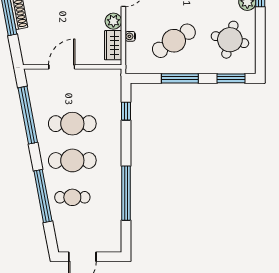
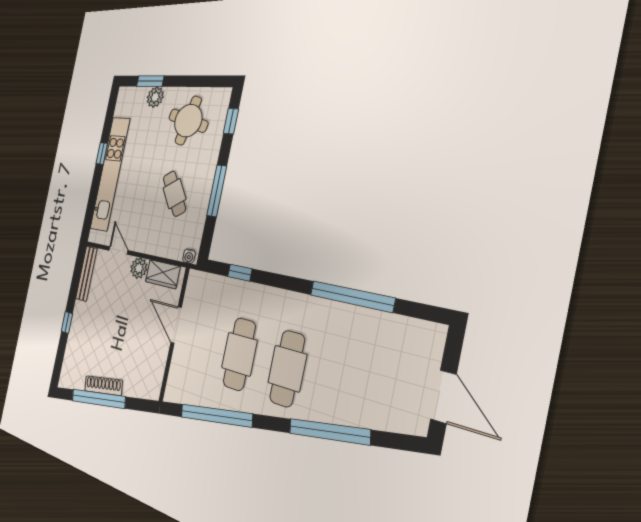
water cooler: (130, 36) -> (189, 256), moved
cafe table: (174, 41) -> (174, 194), width x0.73, depth x0.74
door: (62, 67) -> (176, 325), moved
window: (231, 78) -> (231, 121), width x0.67
cafe table: (72, 197) -> (340, 385), removed

